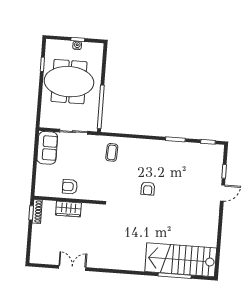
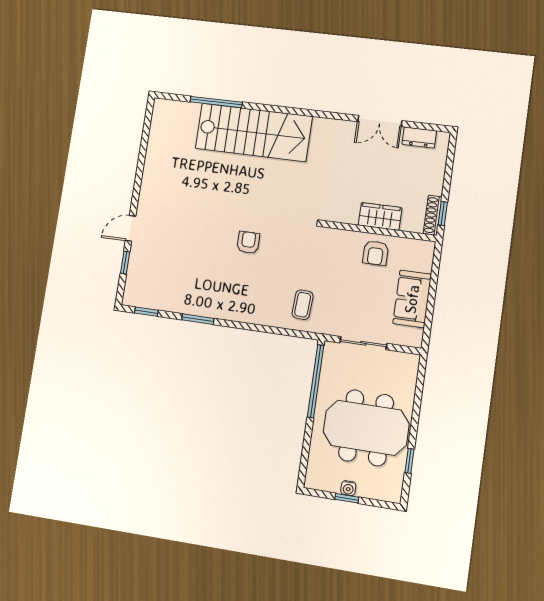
sofa: (47, 148) -> (412, 299), moved
armchair: (70, 187) -> (376, 253), turned 90
dresser: (48, 259) -> (419, 137), added
stairs: (181, 260) -> (254, 132), moved

